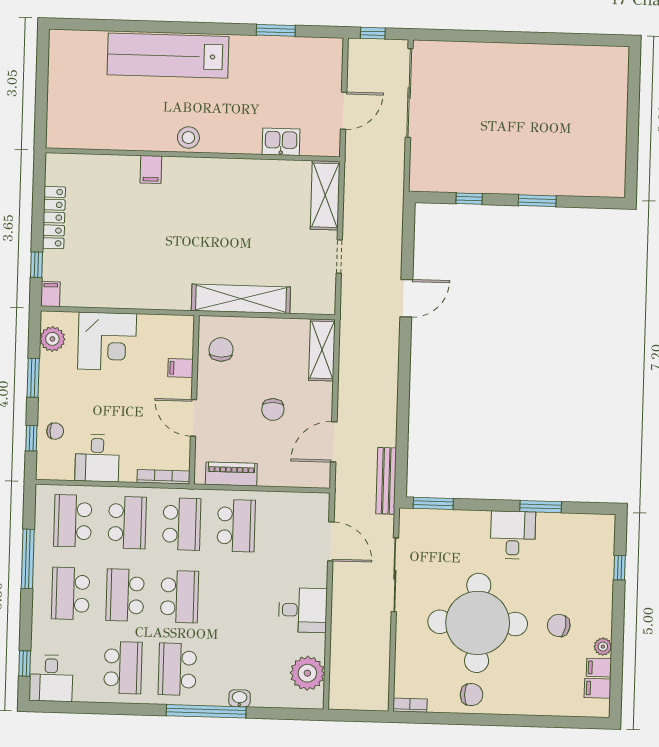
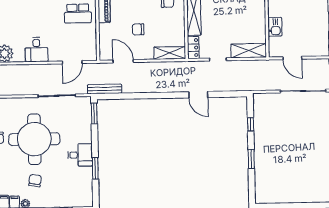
locker: (314, 303) -> (193, 48), added

